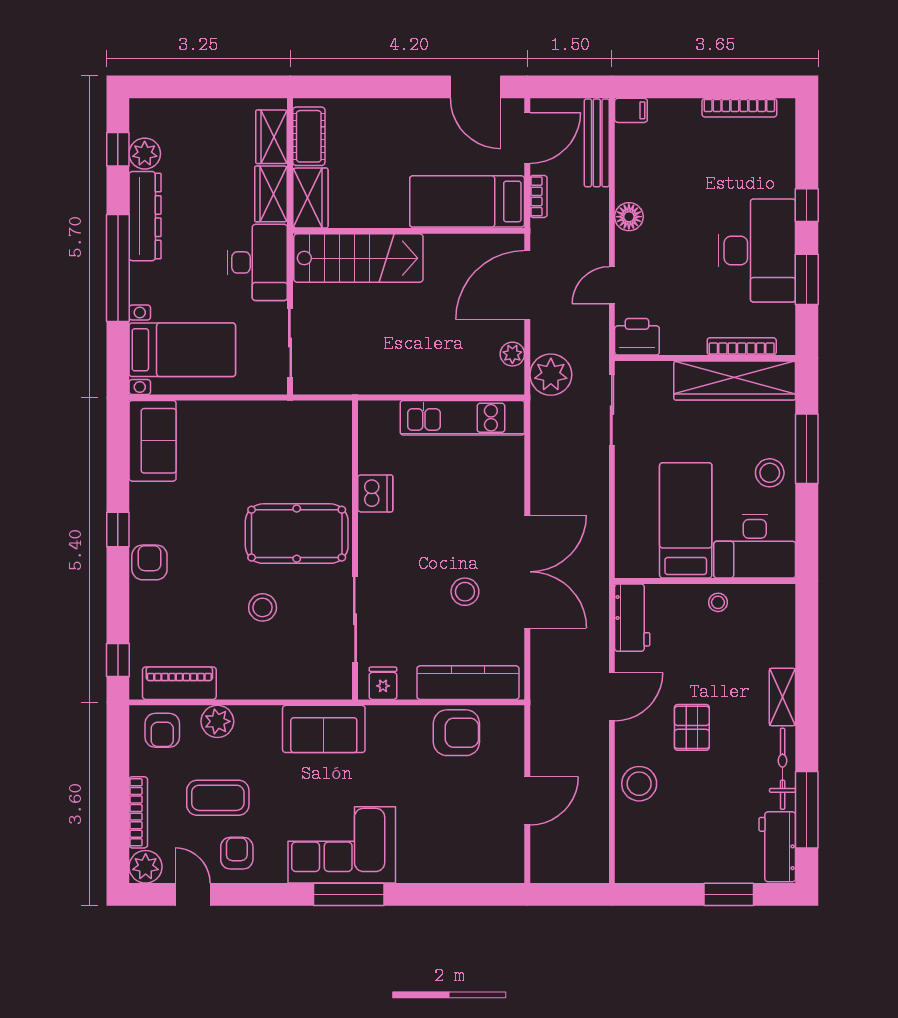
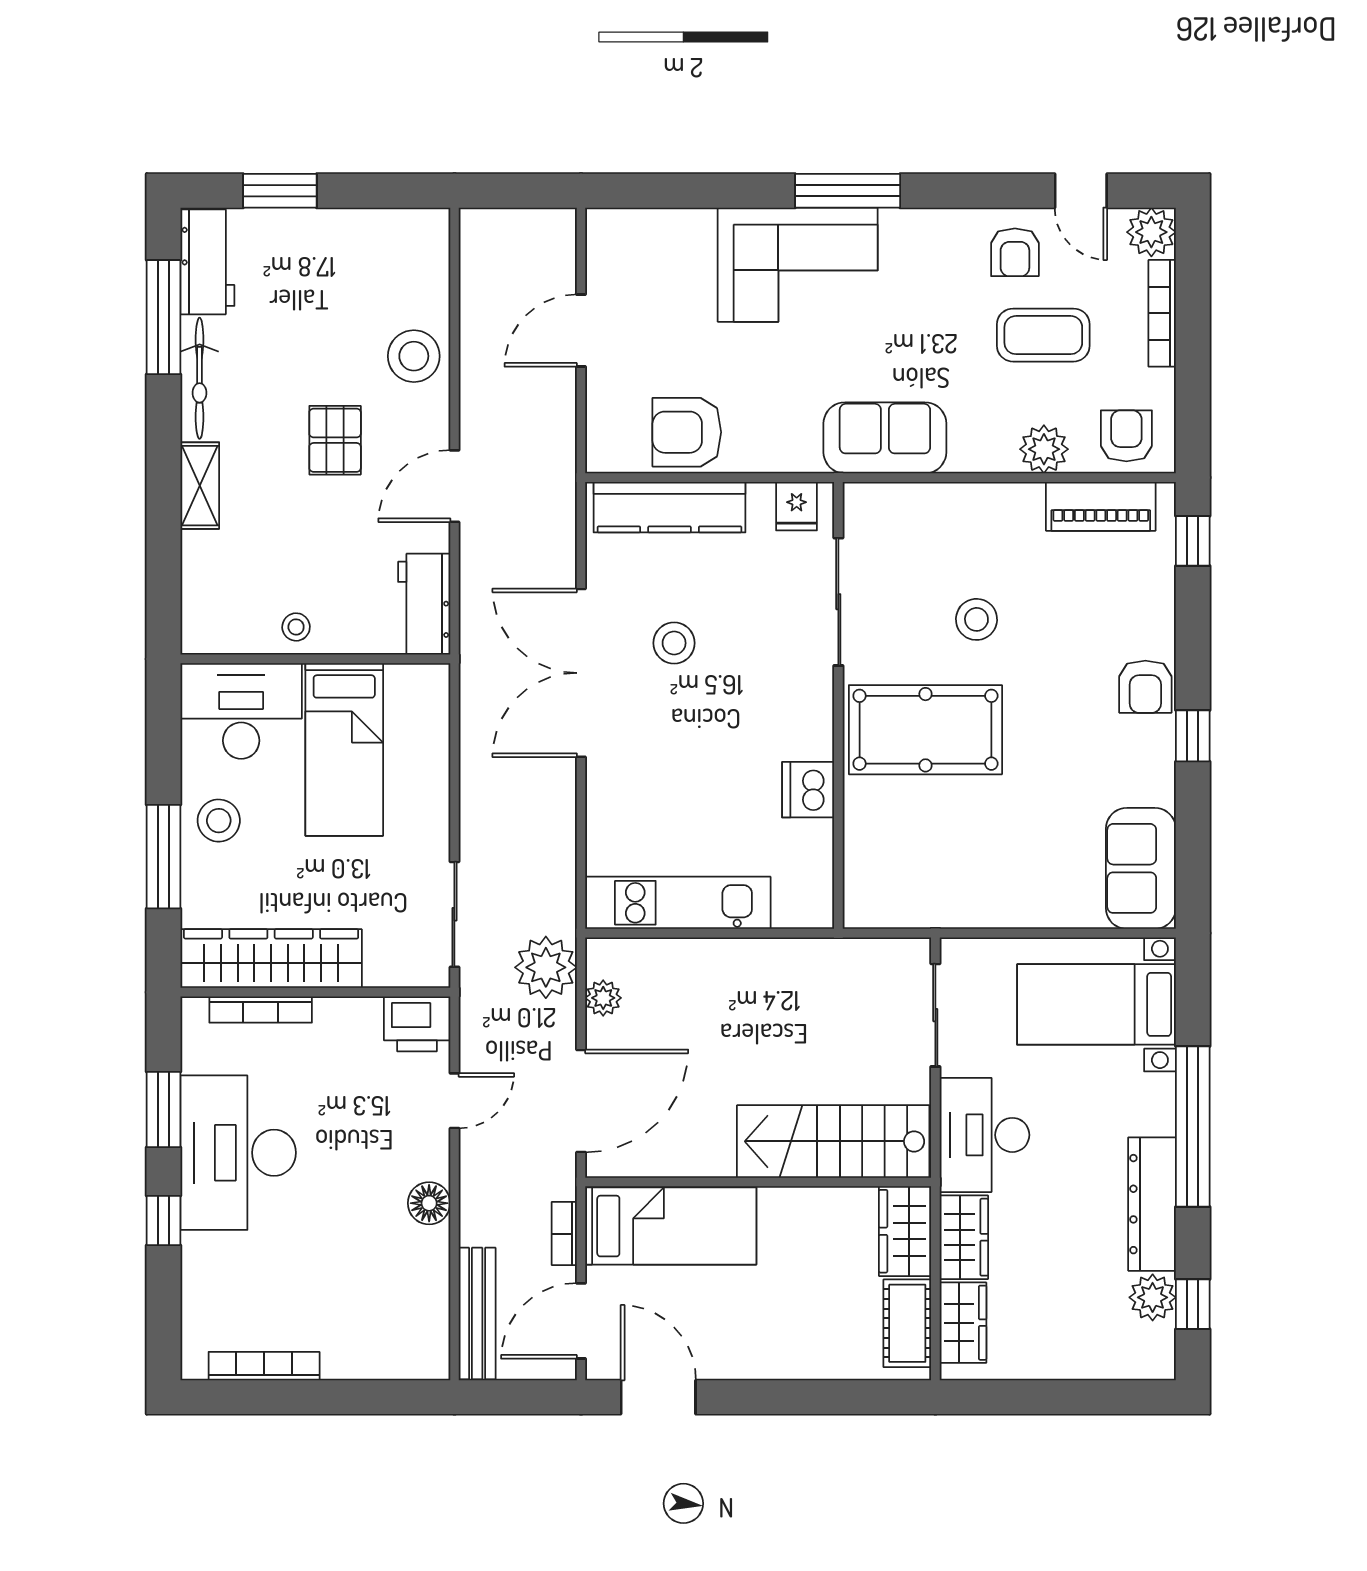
filing cabinet: (631, 110) -> (426, 1362), removed
corner sofa: (342, 845) -> (798, 265), moved

